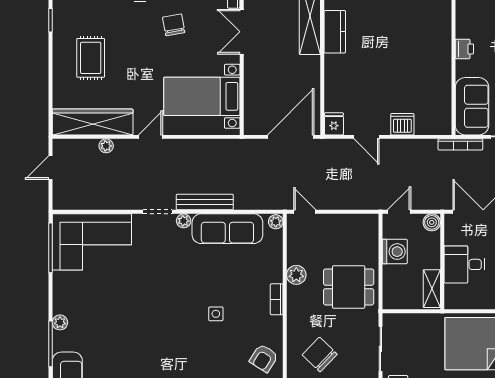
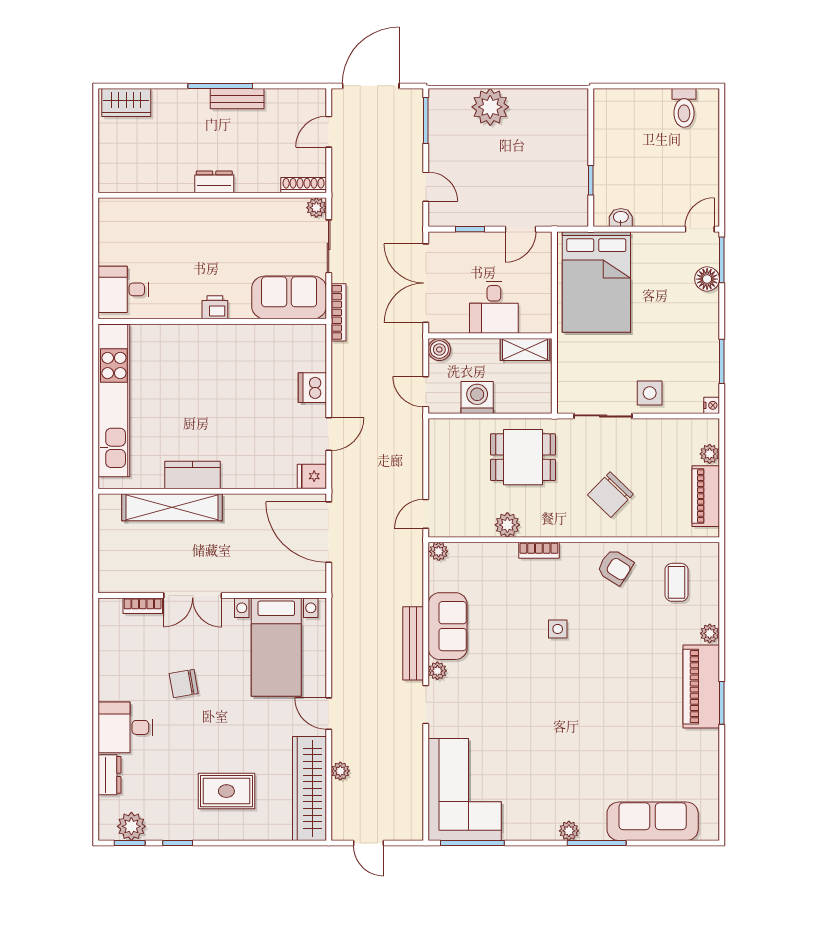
sofa: (227, 229) -> (448, 626), width x0.73
dining table: (349, 287) -> (523, 457), turned 90

